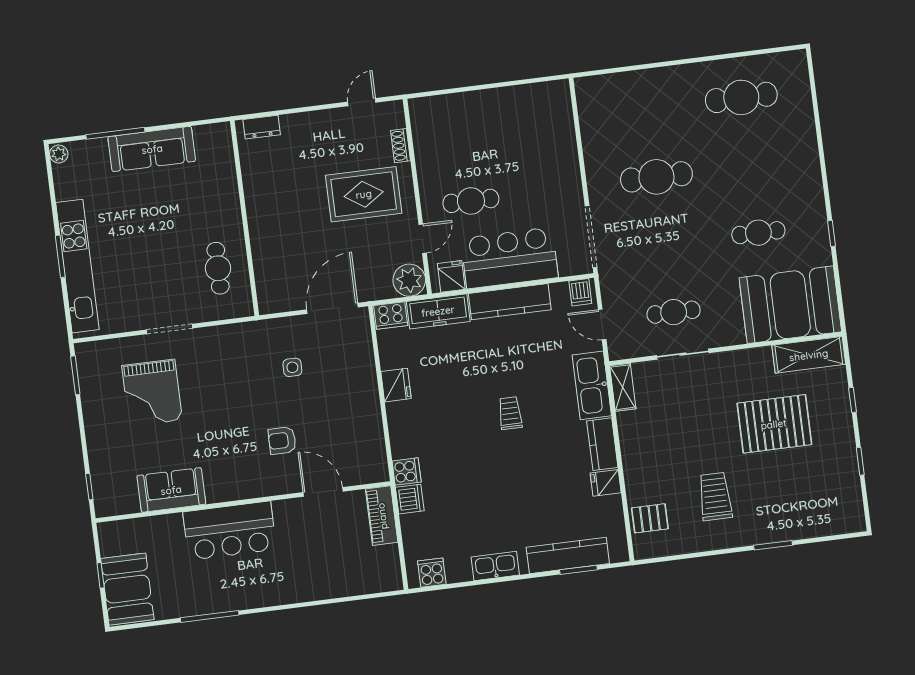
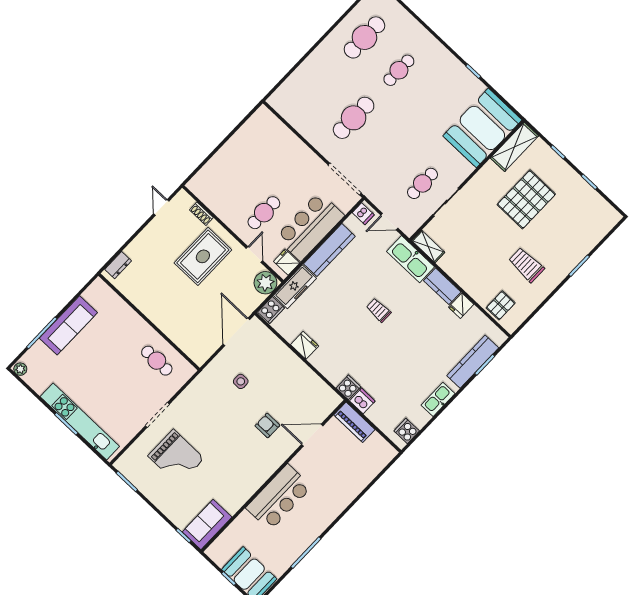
cafe table: (758, 233) -> (399, 70), moved
armchair: (282, 440) -> (267, 425), turned 90
sofa: (171, 490) -> (207, 525), moved

